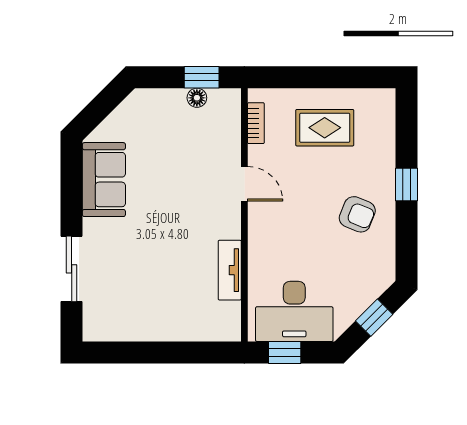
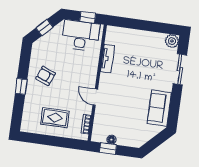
plant: (97, 327) -> (172, 41), added

